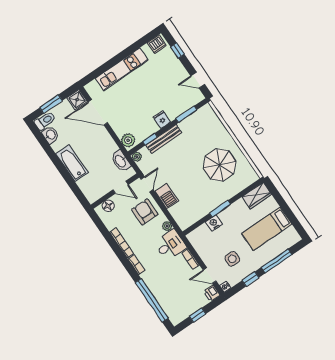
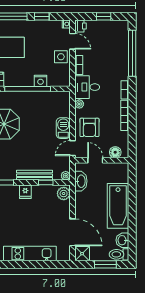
bathtub: (72, 163) -> (118, 206), width x1.36, depth x1.36
window: (220, 209) -> (28, 89), width x2.11
side table: (232, 259) -> (61, 57), moved

